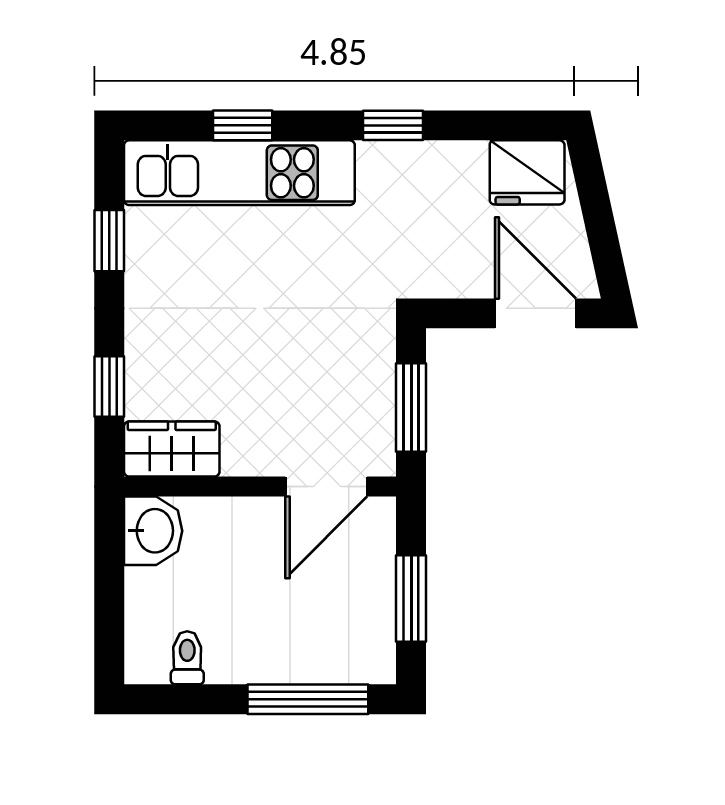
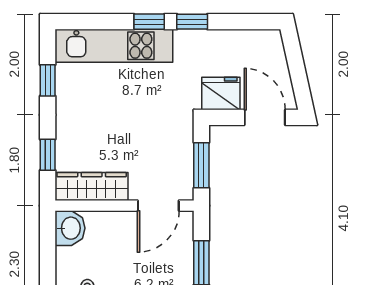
window: (243, 125) -> (149, 22), moved
fridge: (527, 172) -> (221, 93), moved, turned 180
wardrobe: (172, 449) -> (92, 187), width x1.50

